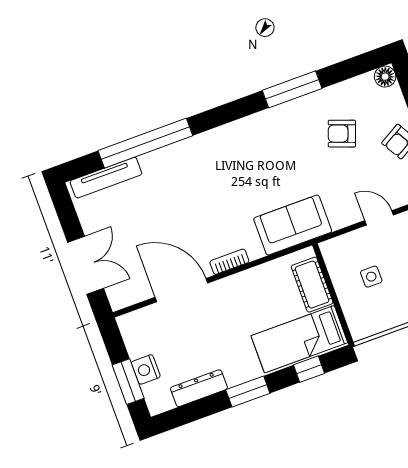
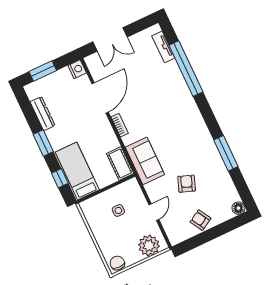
armchair: (342, 134) -> (187, 184), moved
tv unit: (106, 178) -> (163, 47), width x0.71
cot: (312, 285) -> (120, 163), moved, turned 90
nightstand: (146, 369) -> (77, 69), moved, turned 90

